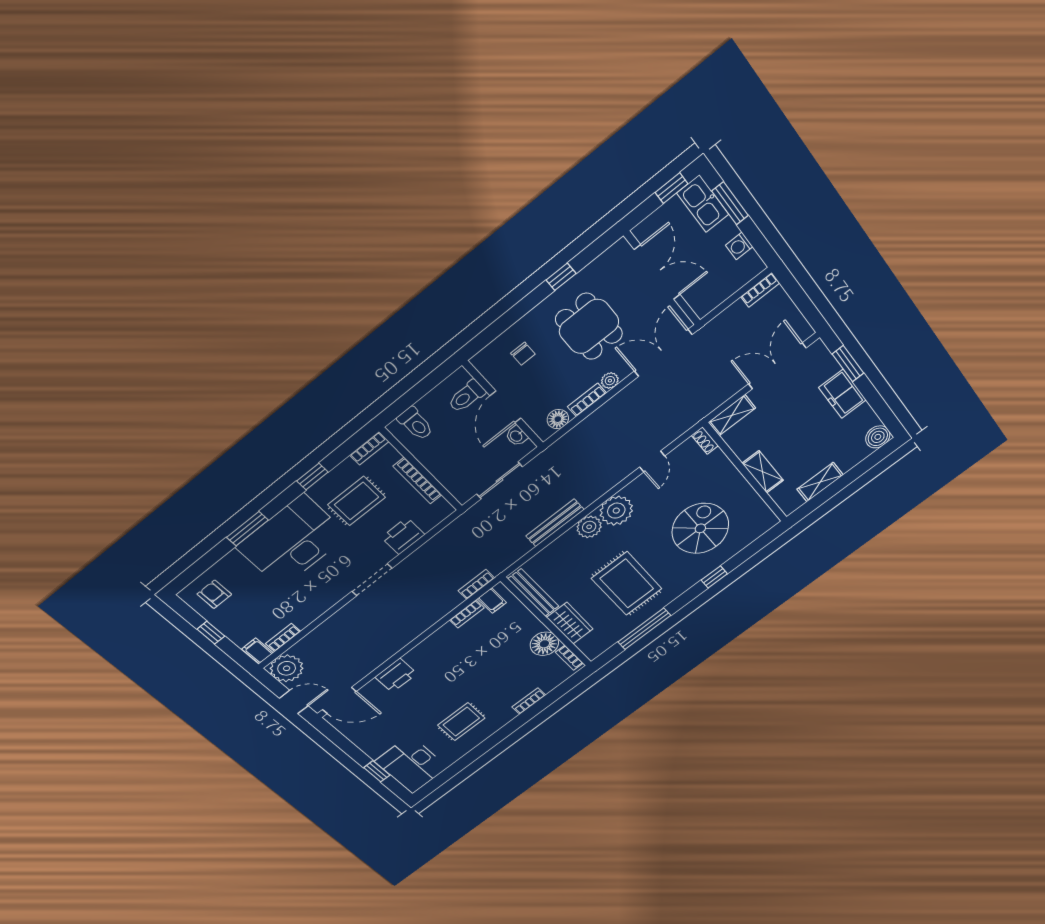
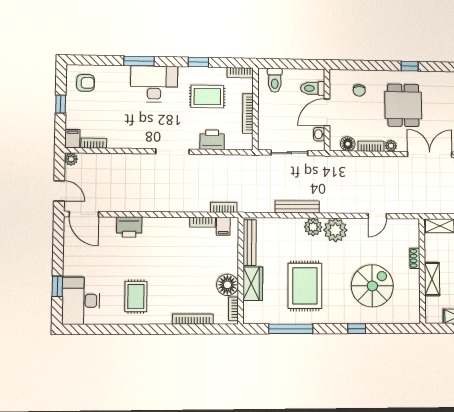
shoe rack: (705, 440) -> (415, 258), moved
desk: (292, 541) -> (154, 84), width x0.73, depth x0.77
armchair: (214, 594) -> (86, 83), turned 90
plant: (287, 668) -> (71, 159), width x0.53, depth x0.53
bookcase: (529, 701) -> (193, 319), width x1.56
rug: (461, 722) -> (136, 297), turned 90

